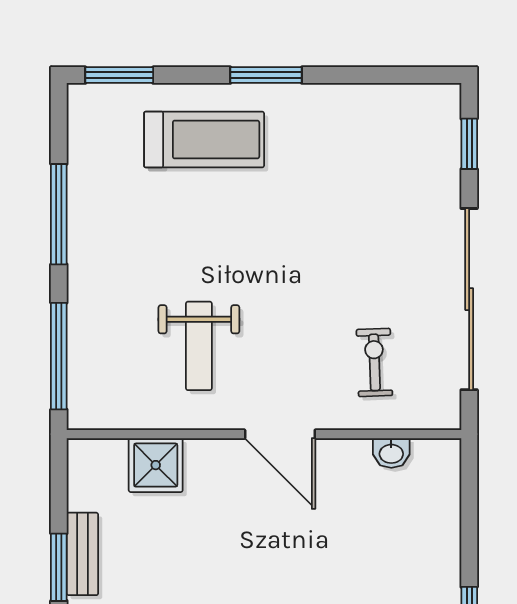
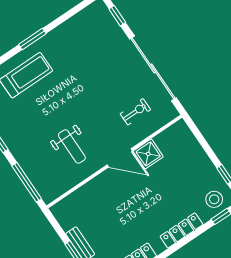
exercise bike: (374, 362) -> (135, 112), turned 92
washbasin: (391, 453) -> (162, 139), removed
shower: (156, 465) -> (148, 154), moved

